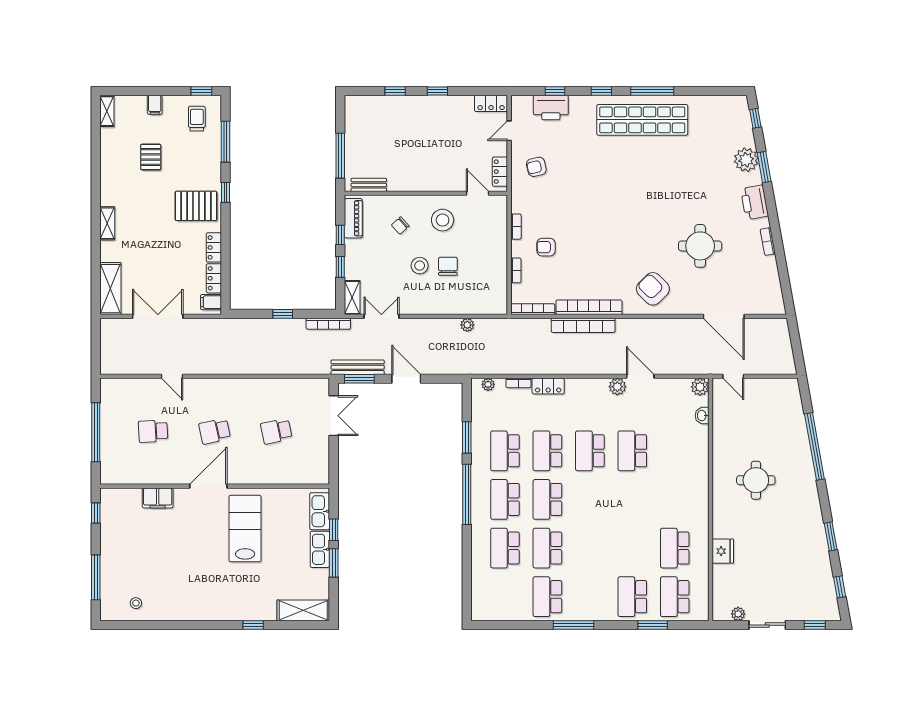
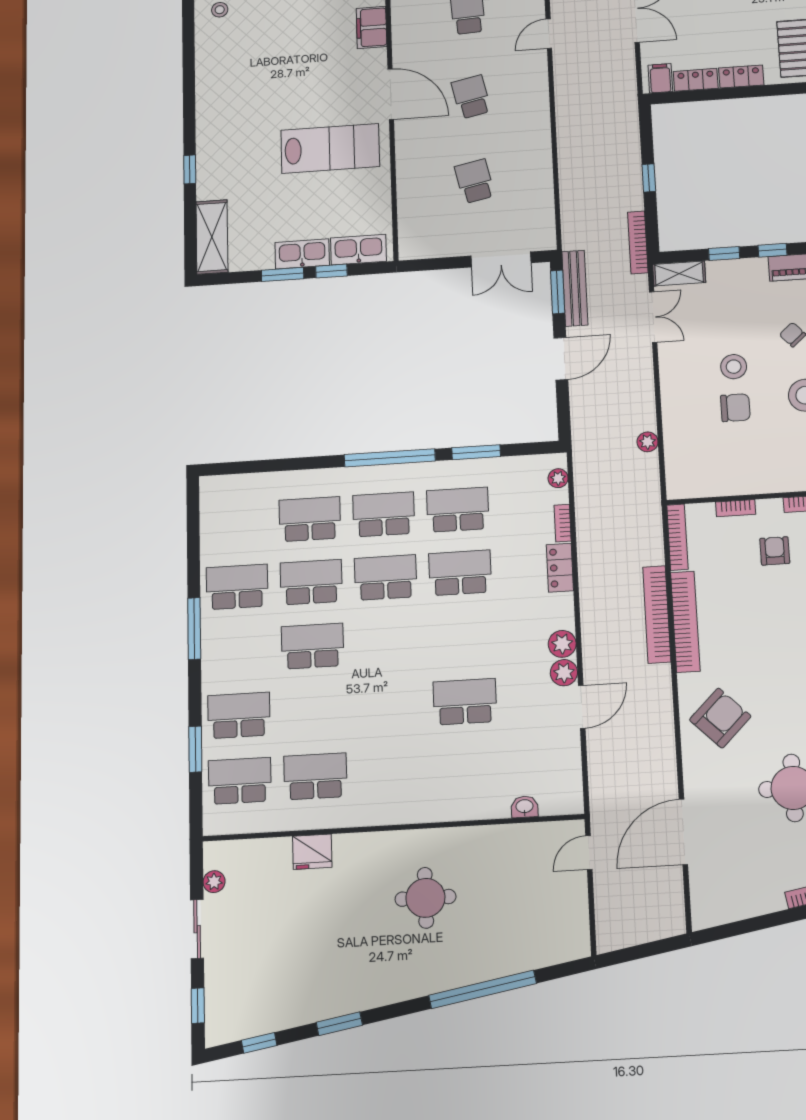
plant: (700, 387) -> (562, 644), moved
school desk: (590, 451) -> (313, 646), moved

